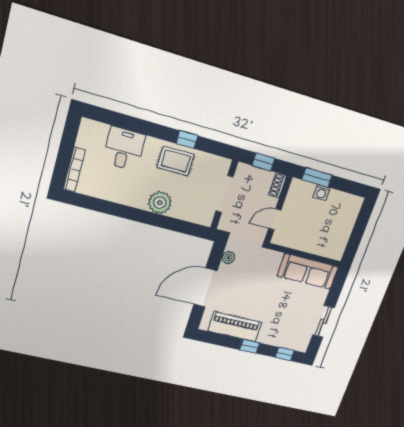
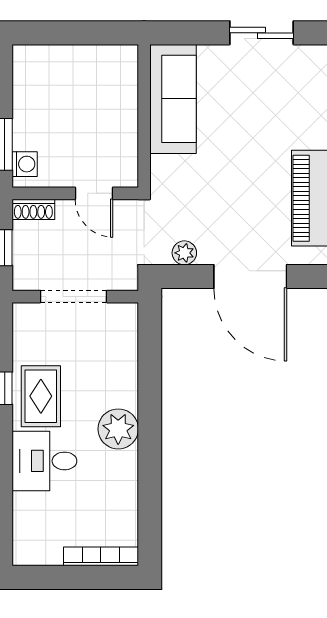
desk: (124, 149) -> (44, 461), moved
washing machine: (322, 193) -> (25, 164), moved
plant: (160, 203) -> (118, 429), moved

